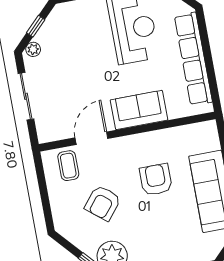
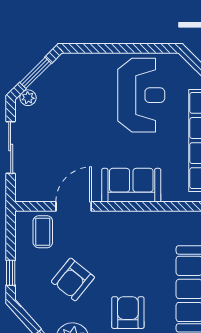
window: (36, 26) -> (35, 73), width x1.50
armchair: (156, 180) -> (128, 313), moved
window: (47, 207) -> (11, 273), added

